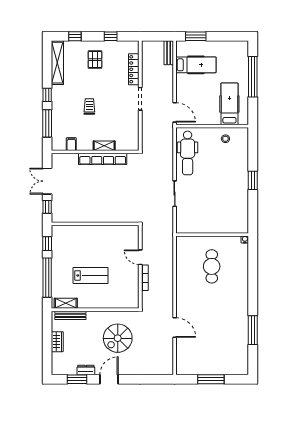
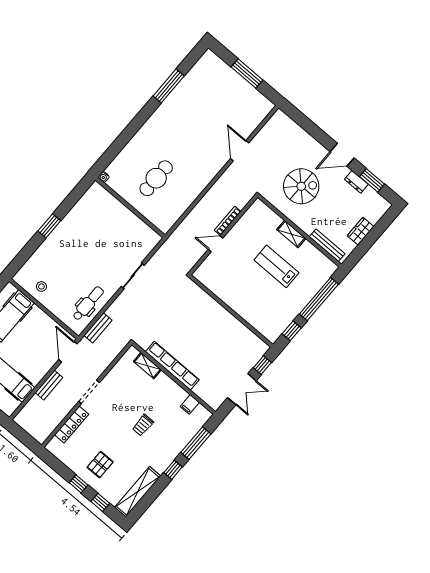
window: (111, 36) -> (79, 484), moved
bench: (169, 53) -> (49, 385), moved
bench: (169, 143) -> (98, 328), added
shelving: (104, 146) -> (147, 366), moved
dental chair: (188, 153) -> (88, 303), width x0.73, depth x0.72
door: (140, 257) -> (216, 244), swing flipped
shelving: (66, 303) -> (291, 234), moved

